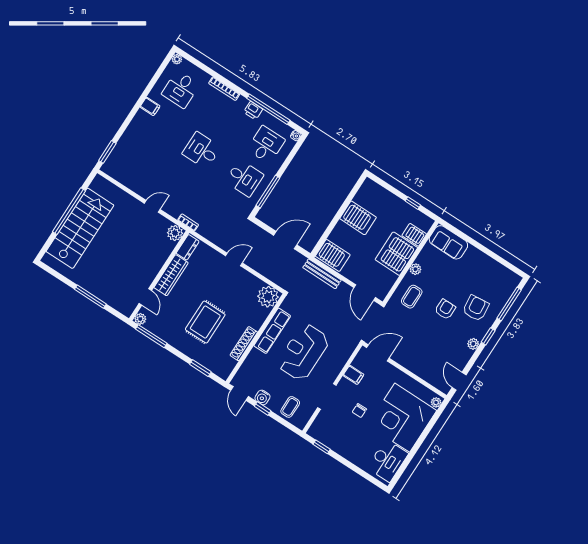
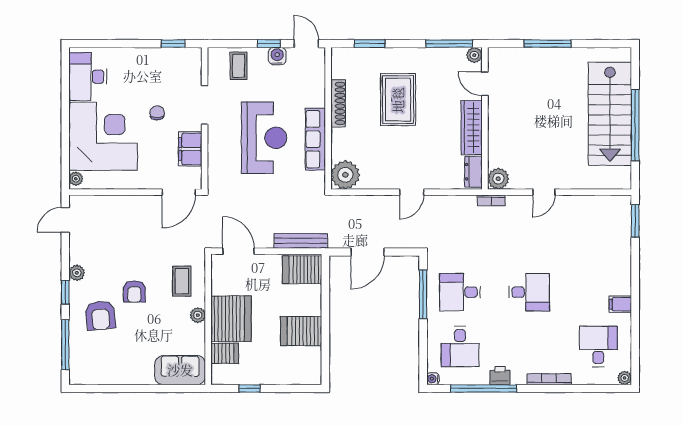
filing cabinet: (353, 375) -> (190, 149), width x2.00
door: (459, 381) -> (65, 220), swing flipped

